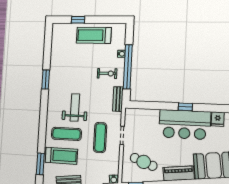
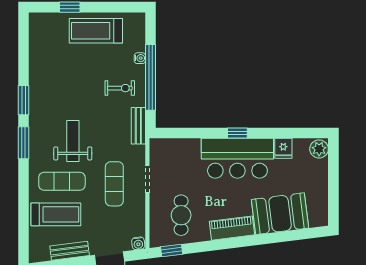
cafe table: (144, 162) -> (181, 215), turned 70
window: (40, 164) -> (23, 143), moved

